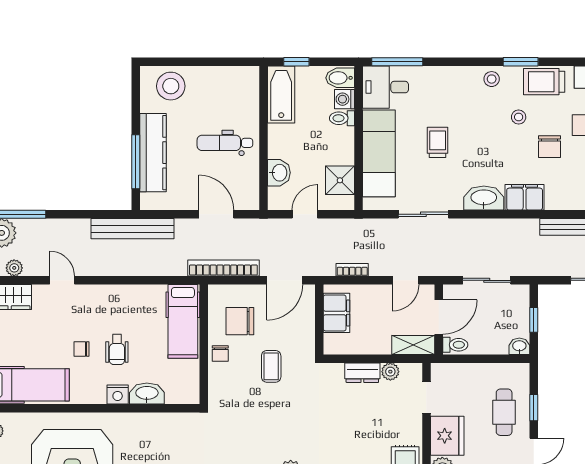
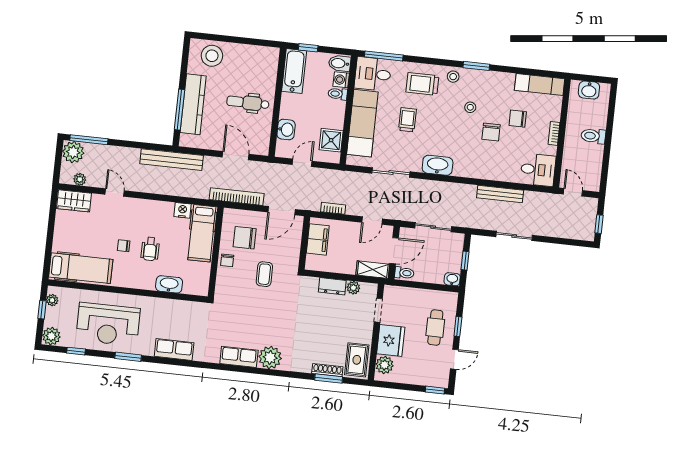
trolley: (544, 82) -> (422, 84), moved
filing cabinet: (525, 197) -> (468, 168), removed
nightstand: (118, 394) -> (183, 210), moved, turned 180

